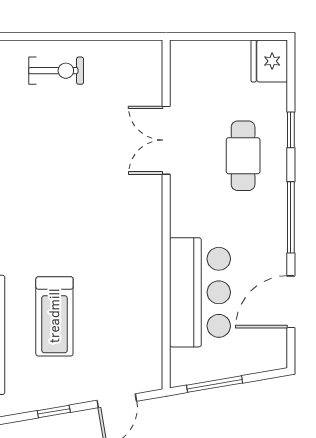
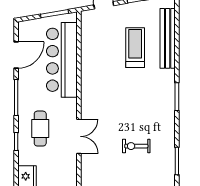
exercise bike: (56, 71) -> (136, 146), moved
bar counter: (200, 292) -> (62, 60), width x1.36

